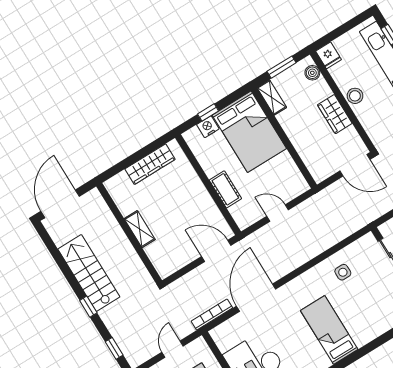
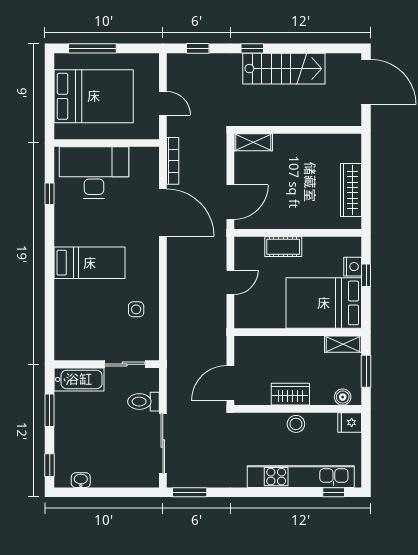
shelving: (140, 229) -> (253, 142), moved

